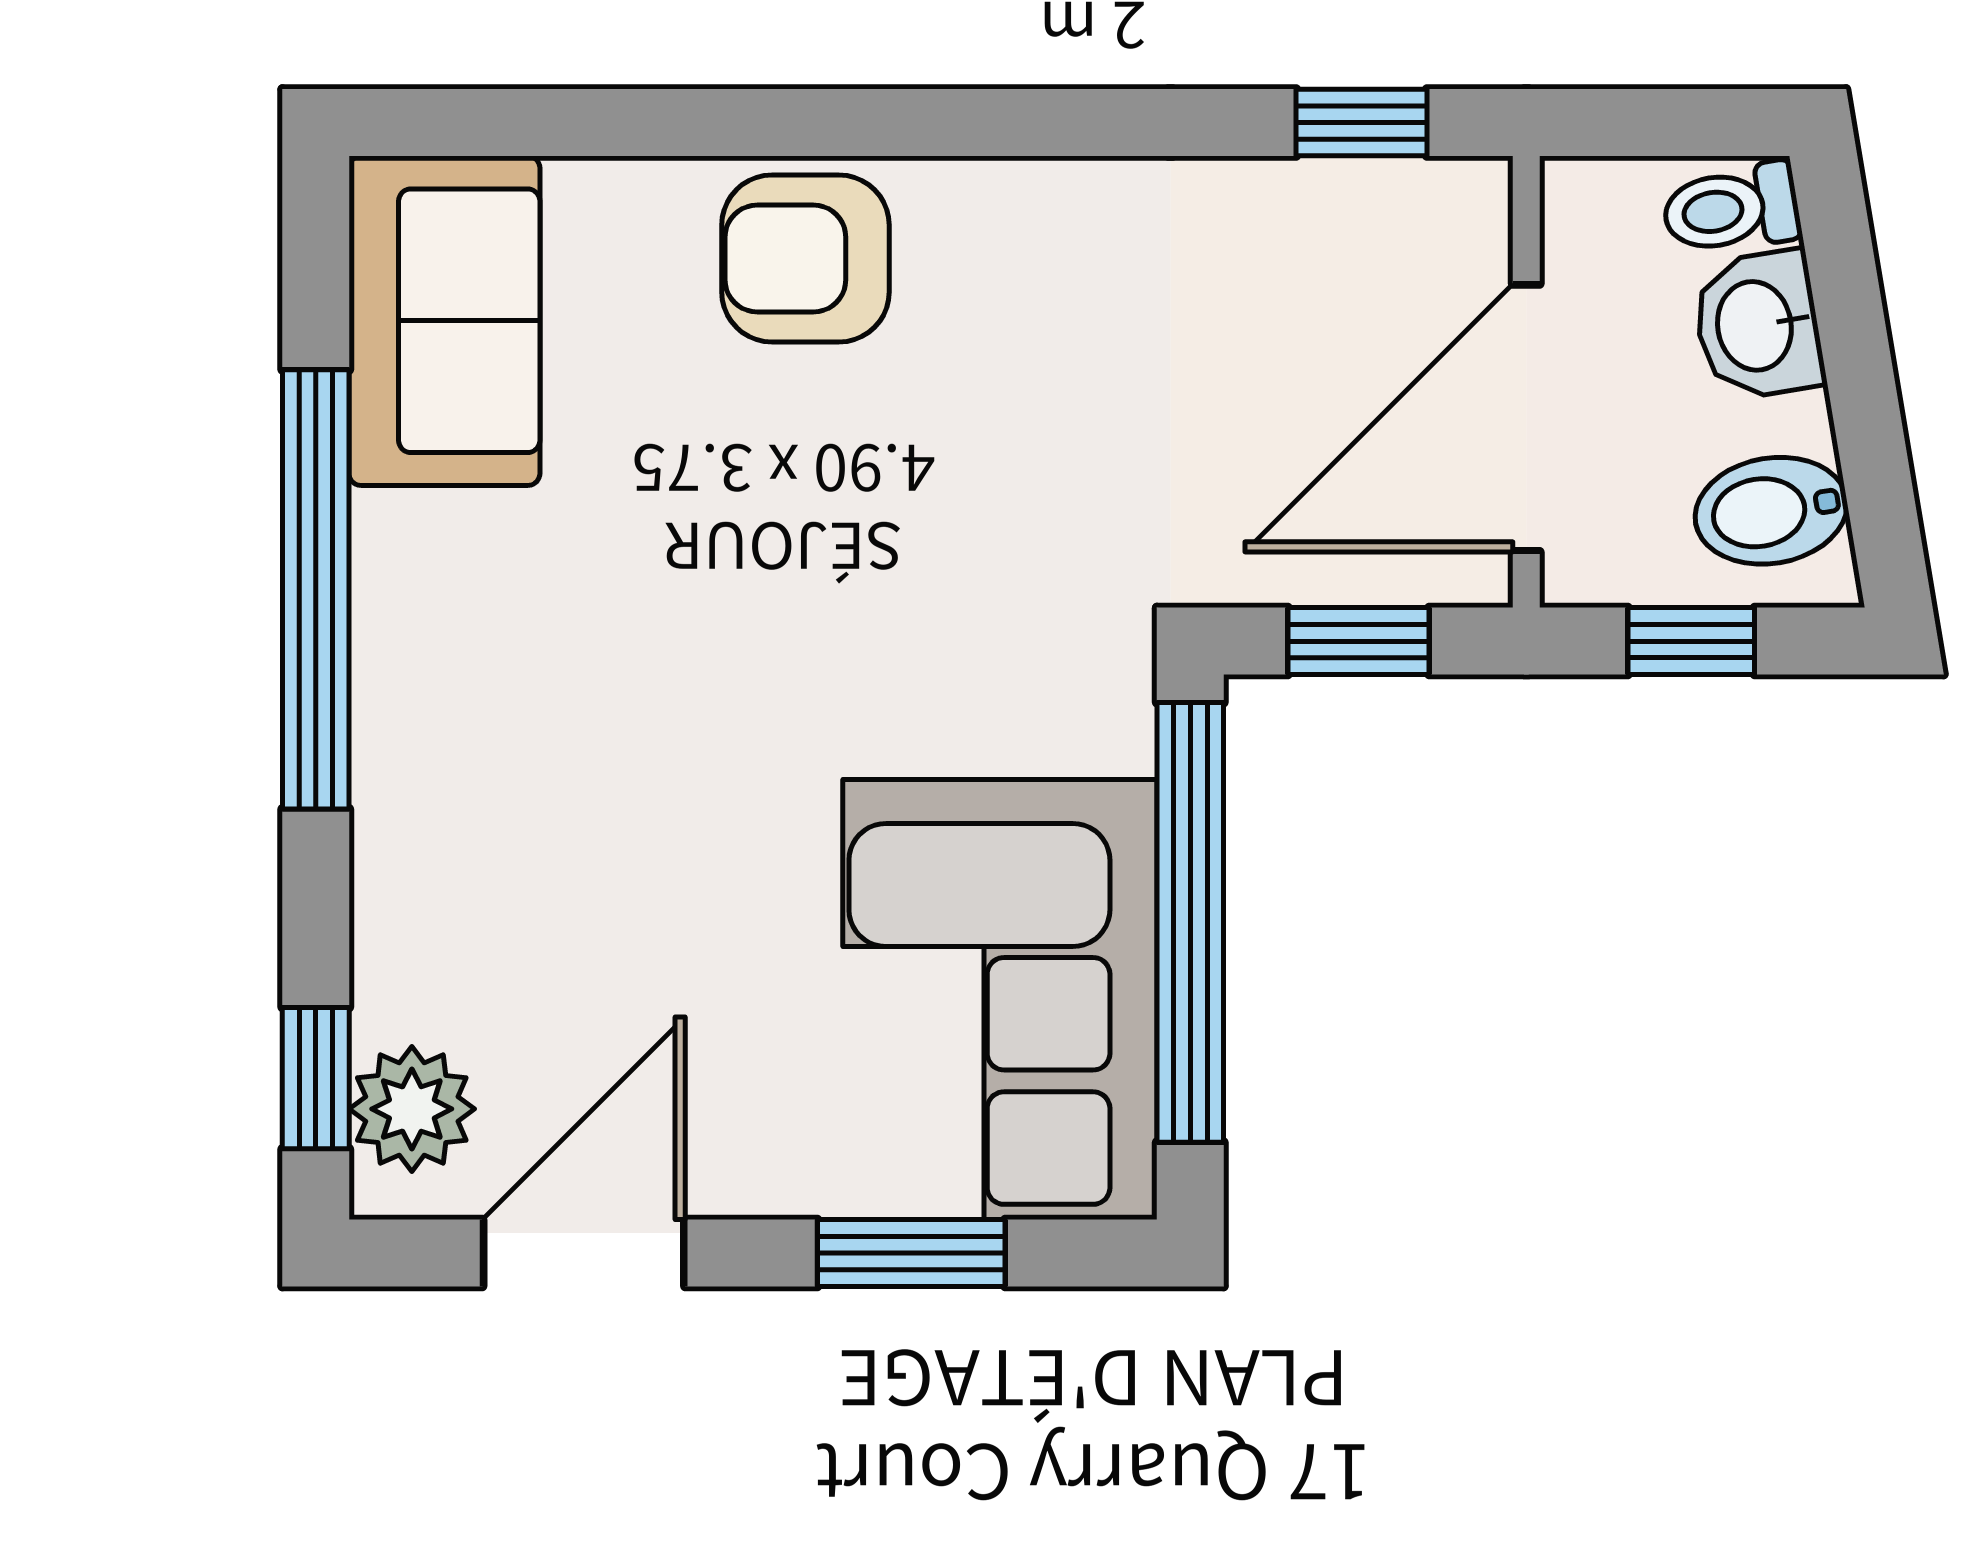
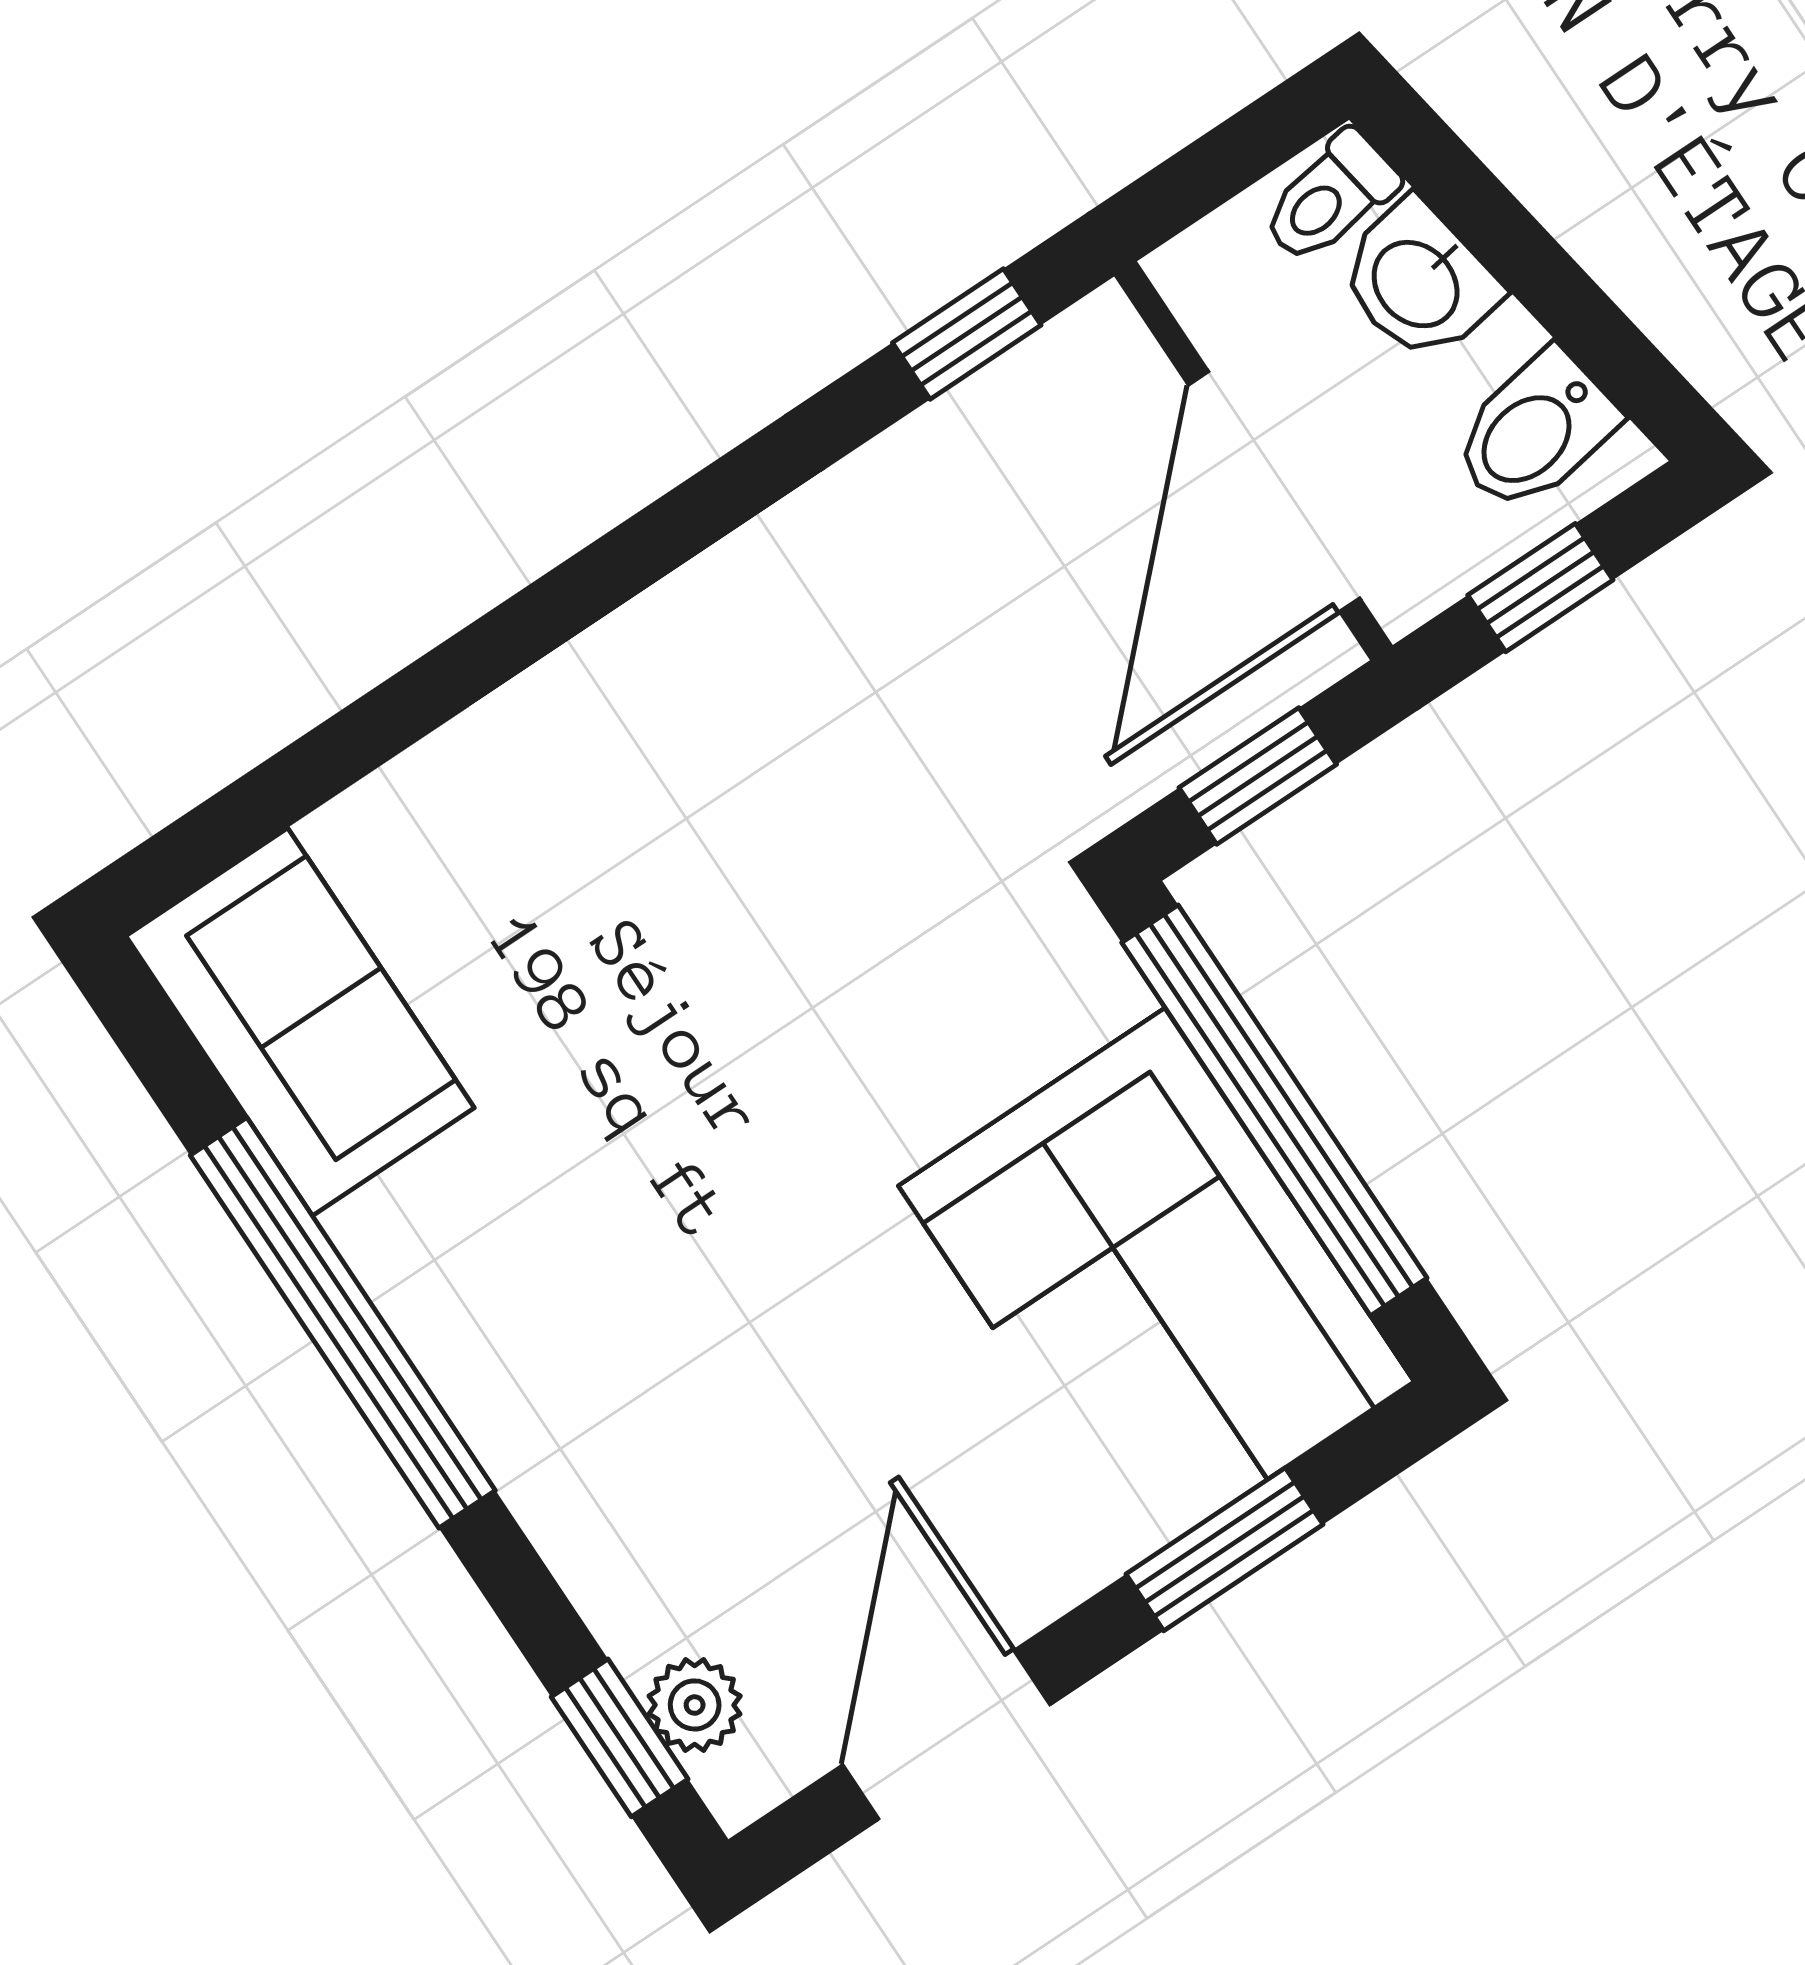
armchair: (805, 259) -> (571, 764), removed
plant: (412, 1109) -> (695, 1705), width x0.73, depth x0.73

